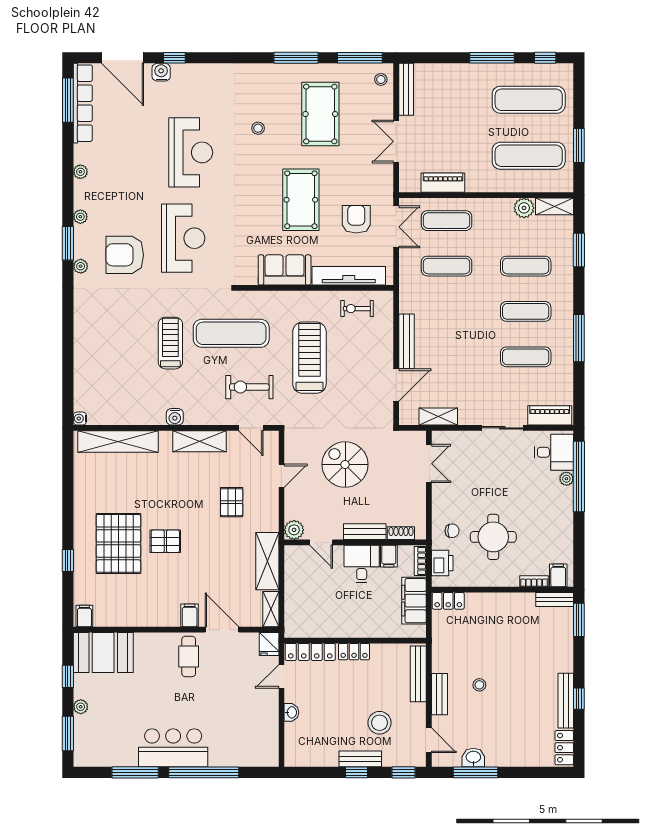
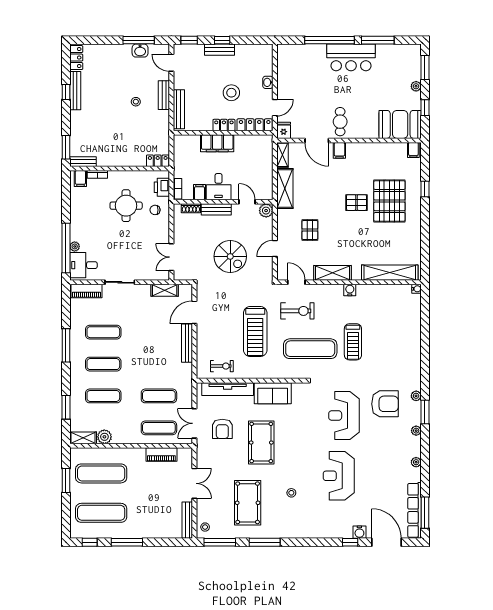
filing cabinet: (414, 601) -> (217, 143), moved, turned 90
stool: (380, 723) -> (231, 93), moved

